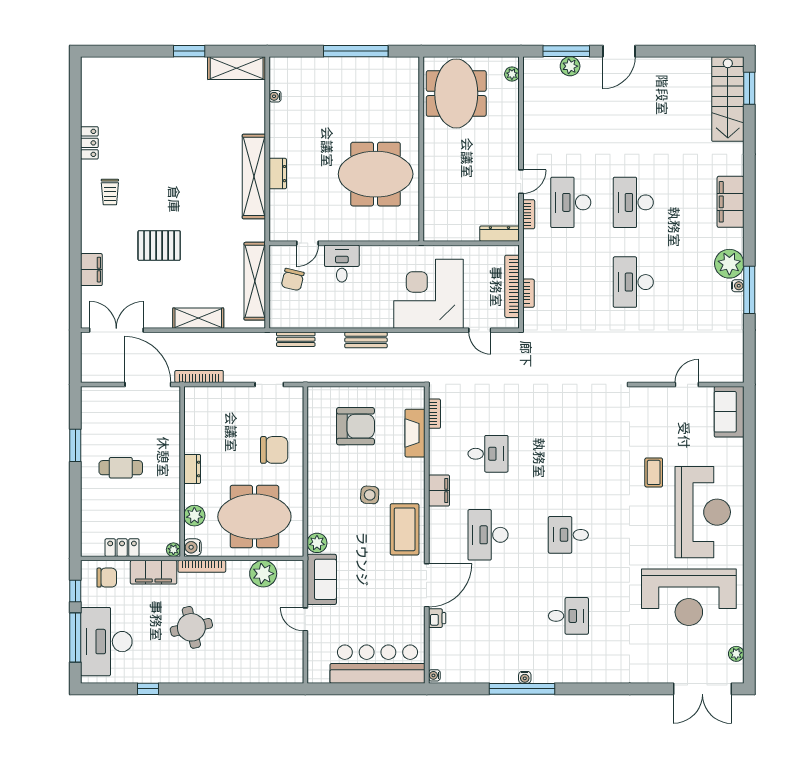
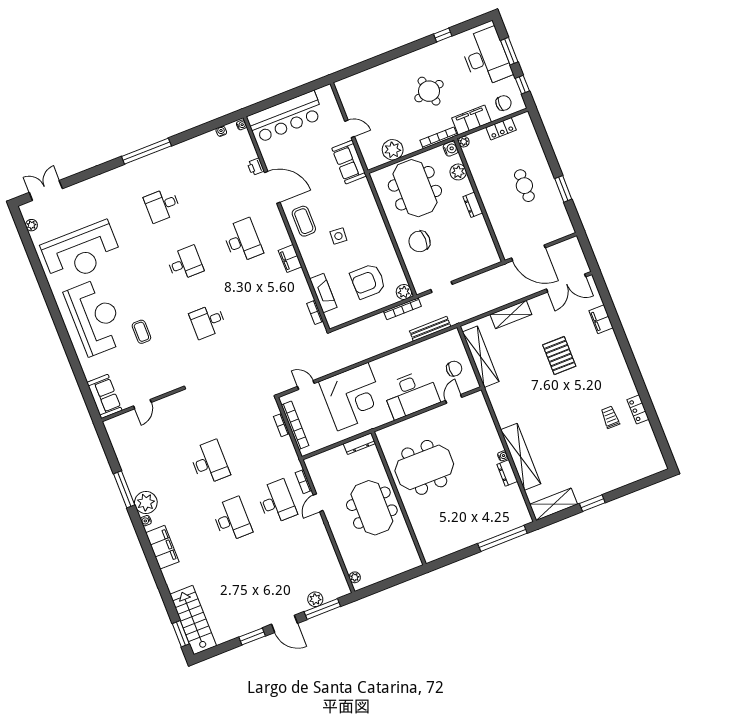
window: (356, 51) -> (502, 538), moved
door: (619, 51) -> (284, 624), swing flipped
window: (664, 51) -> (252, 637), added
meeting table: (456, 93) -> (372, 508), moved
water cooler: (275, 96) -> (503, 456), moved
dresser: (278, 174) -> (507, 473), moved
shelving: (254, 176) -> (521, 457), moved
trolley: (110, 192) -> (610, 417), moved
dresser: (499, 234) -> (359, 444), moved
pallet: (159, 245) -> (559, 356), turned 90
desk: (342, 264) -> (411, 394), width x1.87, depth x1.30
chair: (293, 280) -> (454, 369), turned 77
water cooler: (738, 286) -> (146, 521), moved
bench: (296, 339) -> (430, 329), width x1.36
bench: (366, 340) -> (385, 346), removed
bookcase: (199, 376) -> (402, 309), moved
desk: (488, 454) -> (208, 321), moved
cafe table: (121, 468) -> (524, 186), turned 90
reception desk: (703, 512) -> (95, 317), turned 180
meeting table: (254, 517) -> (415, 188), turned 90
coffee table: (405, 529) -> (304, 221), width x0.73, depth x0.76
plant: (317, 543) -> (404, 292), moved
chair: (107, 578) -> (504, 103), turned 180
door: (427, 585) -> (272, 187), swing flipped
reception desk: (689, 597) -> (81, 252), turned 180
window: (75, 638) -> (509, 51), width x0.69
water cooler: (525, 677) -> (221, 131), moved
window: (522, 689) -> (146, 151), moved
double door: (702, 689) -> (46, 190), width x0.73

